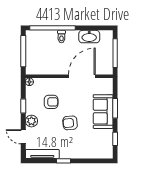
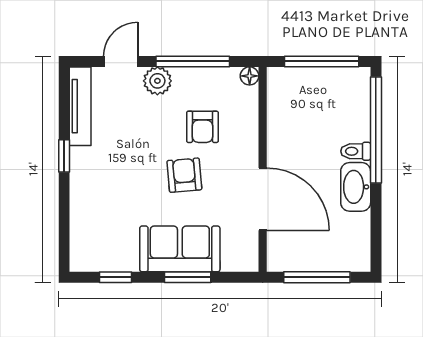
washbasin: (89, 37) -> (356, 187), moved
window: (23, 106) -> (193, 61), width x2.17
armchair: (70, 123) -> (184, 175), moved

